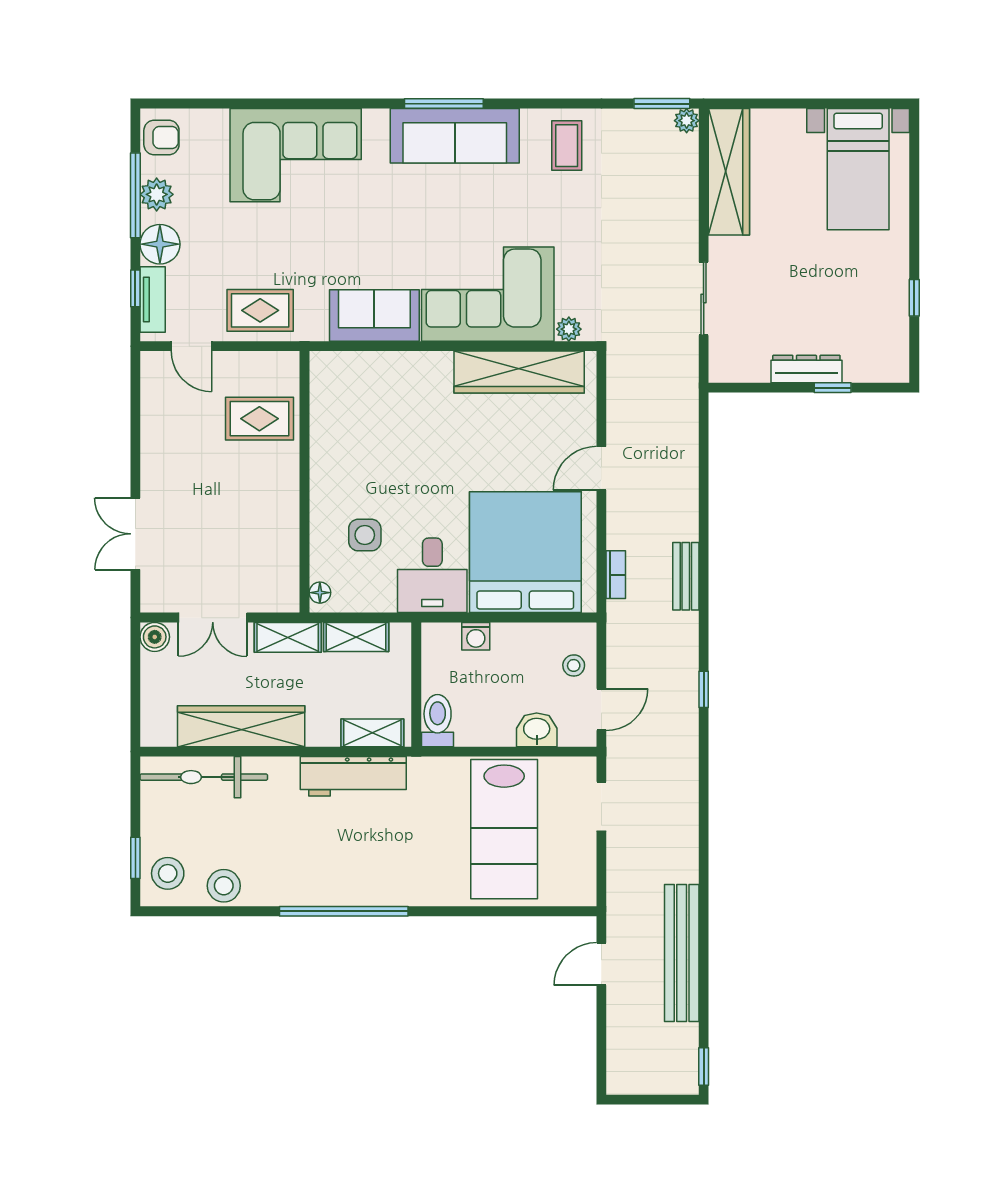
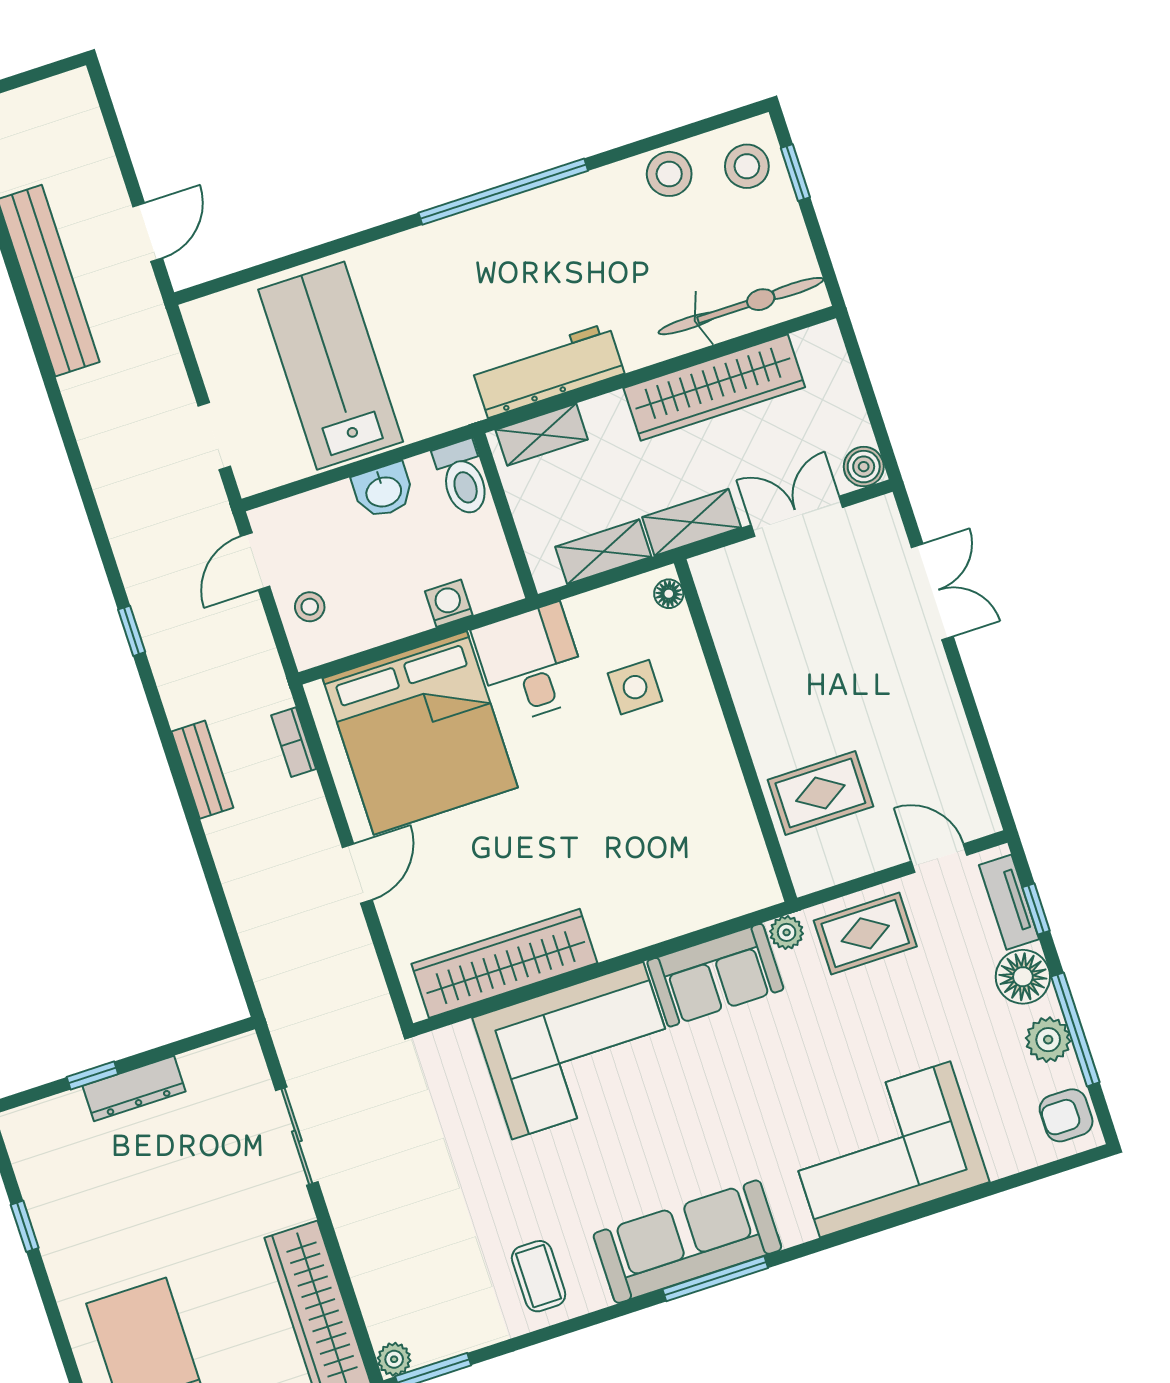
plant: (569, 329) -> (787, 932), moved
washbasin: (537, 730) -> (383, 491), moved

